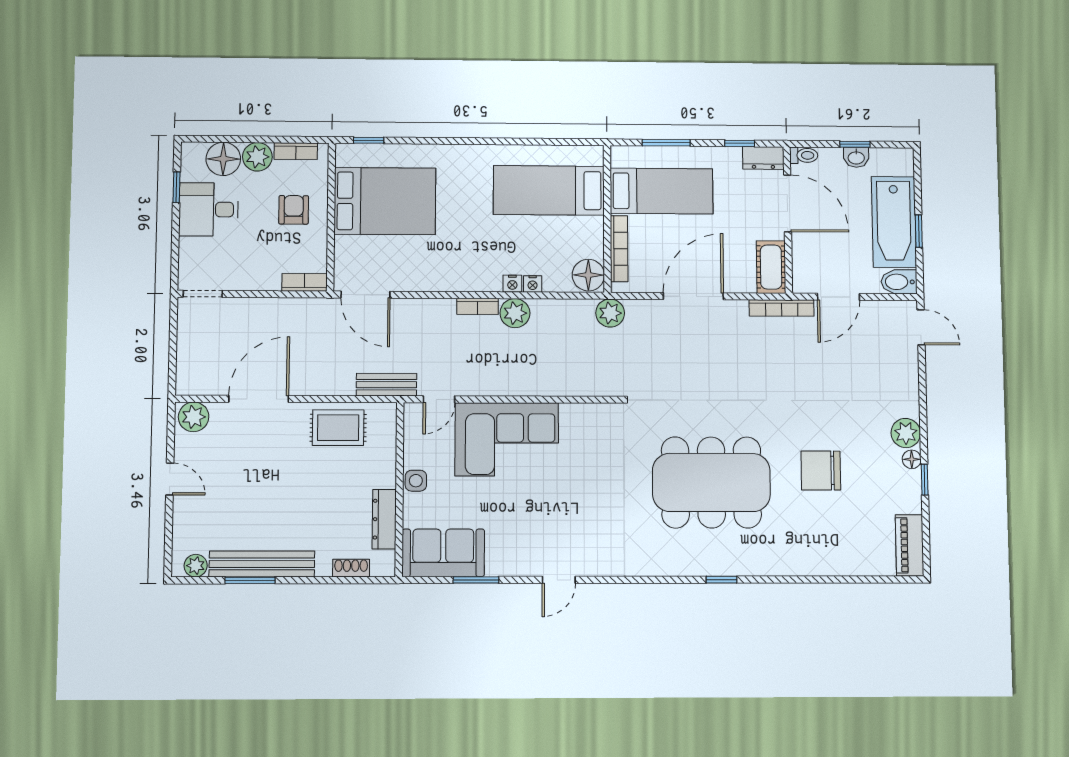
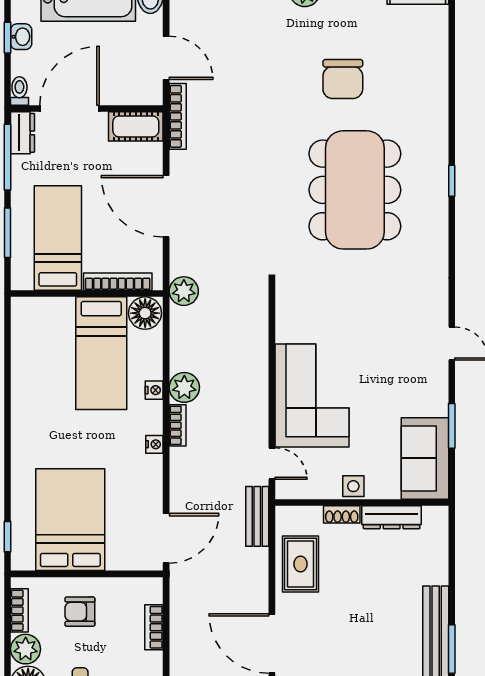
window: (740, 143) -> (7, 157), width x2.17
bed: (549, 190) -> (101, 353), moved
bookcase: (305, 282) -> (154, 627), moved
nightstand: (533, 284) -> (154, 444), moved
shoe rack: (351, 568) -> (342, 514), moved, turned -90

